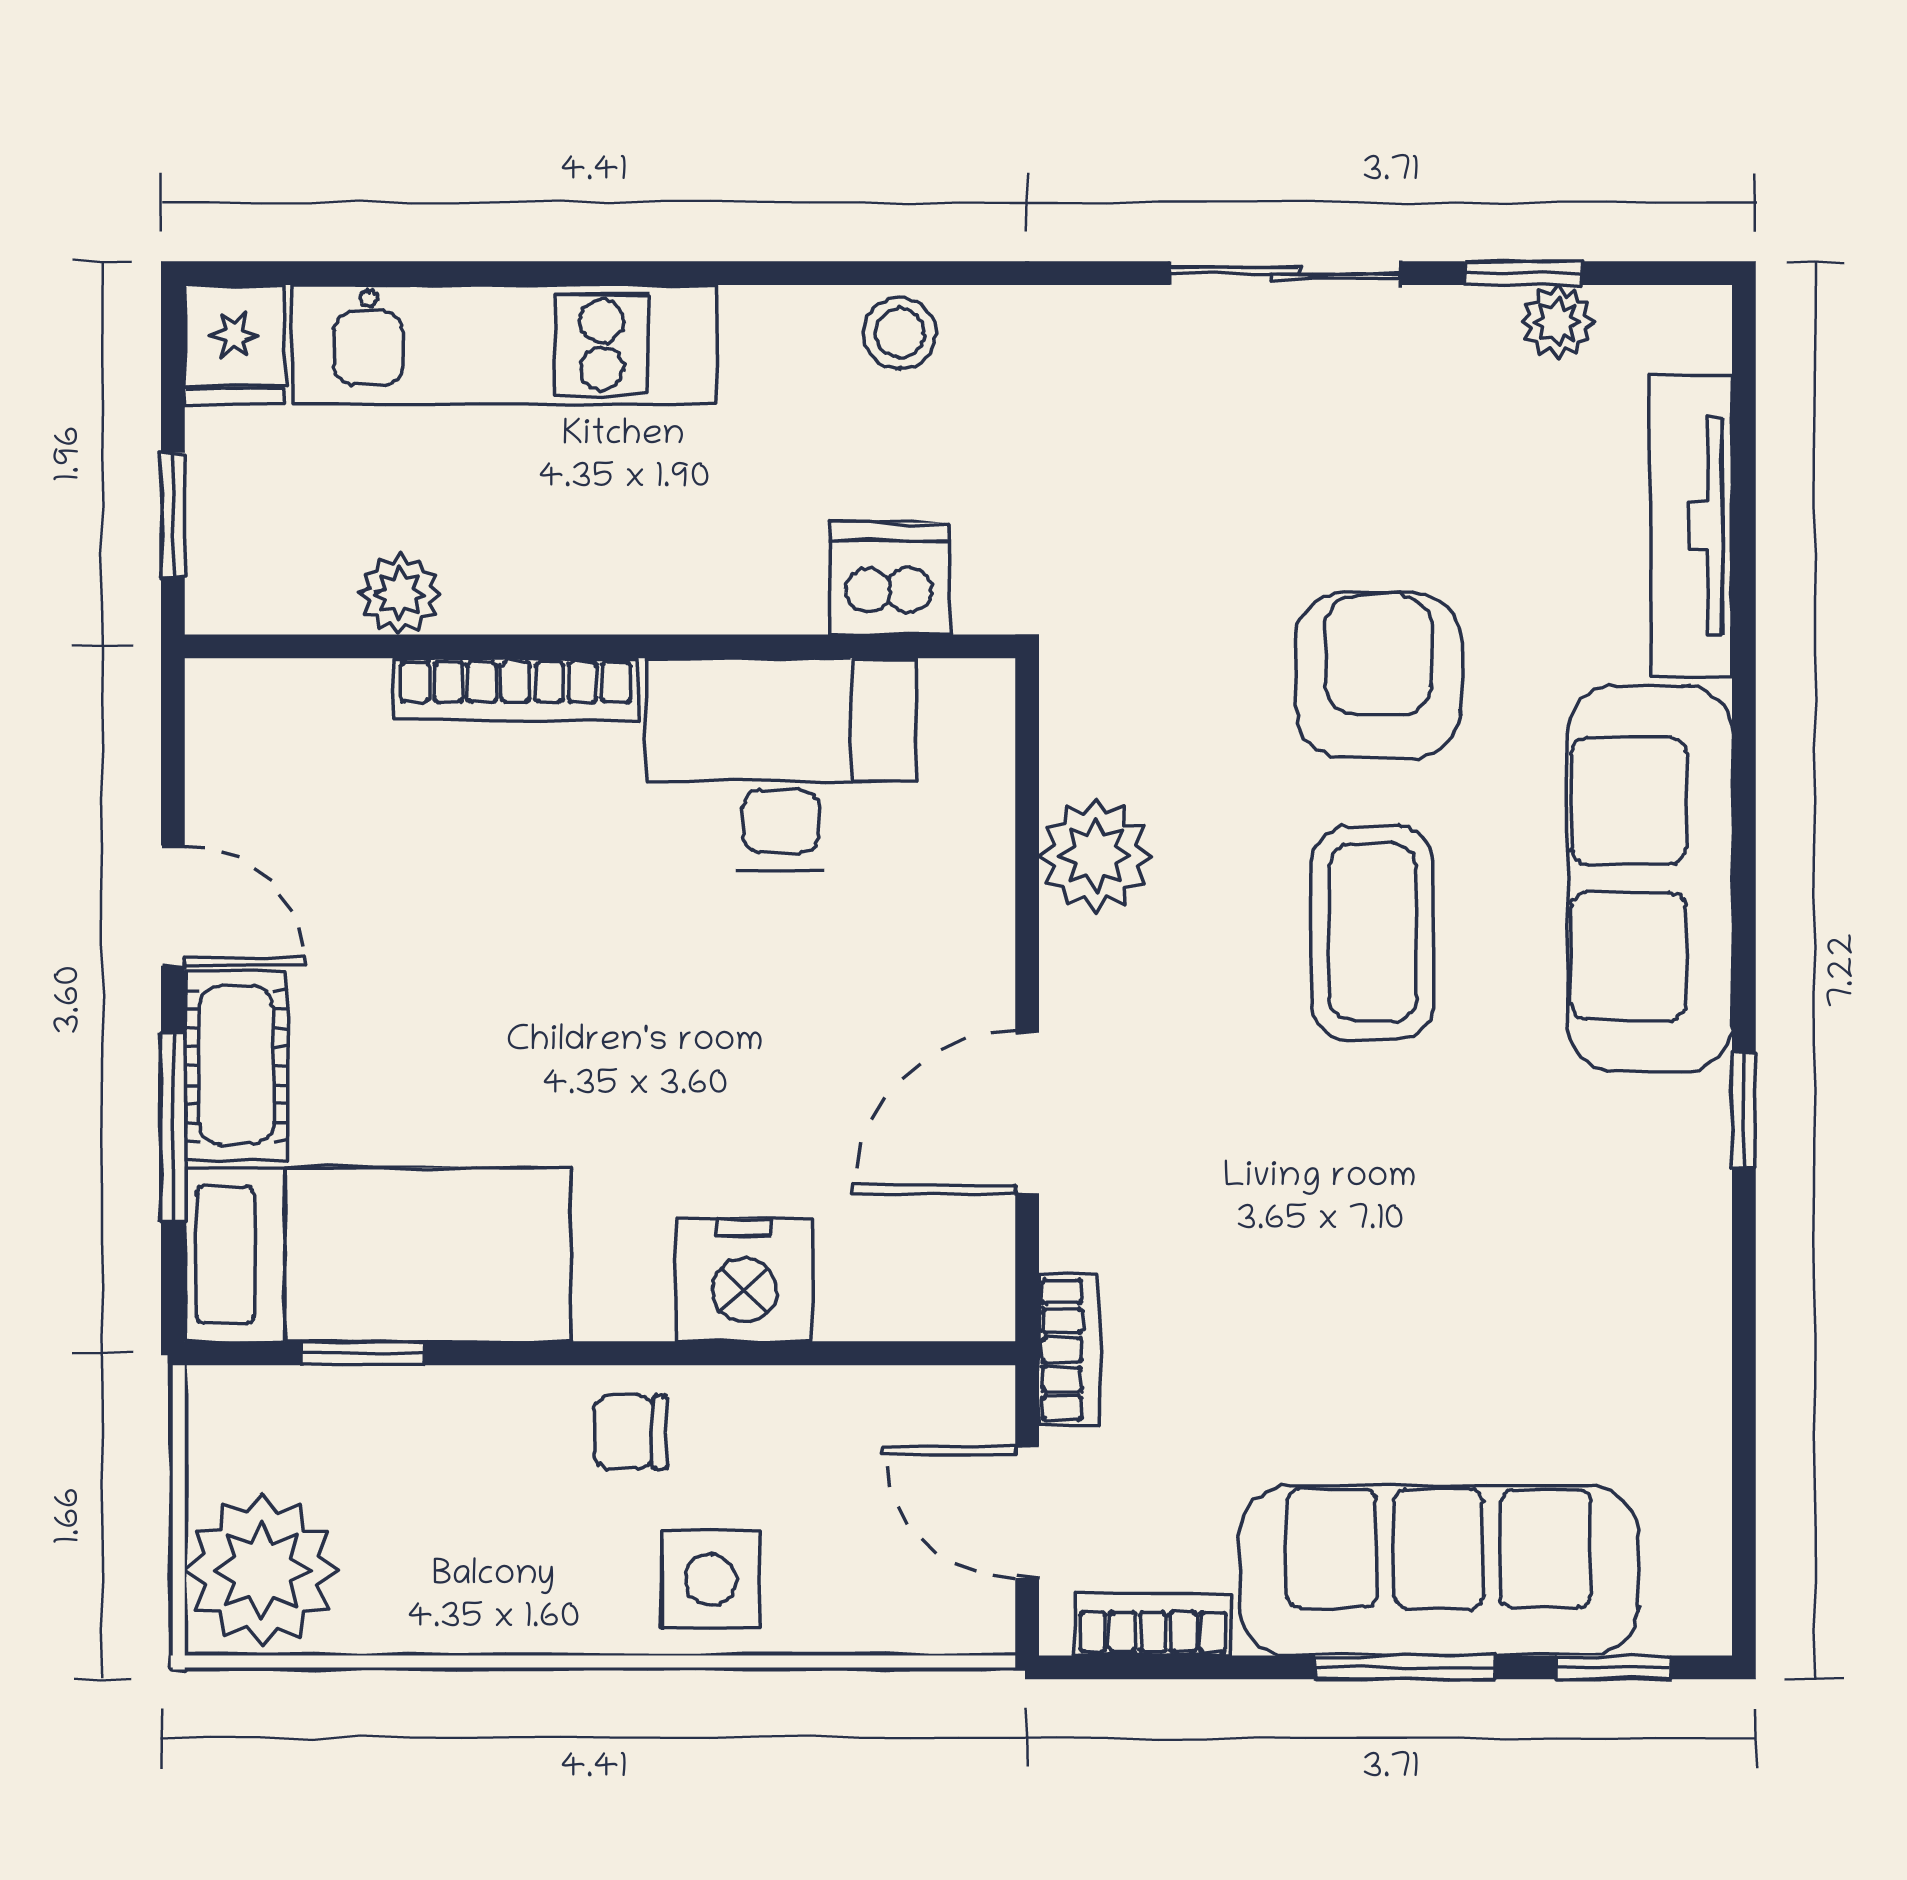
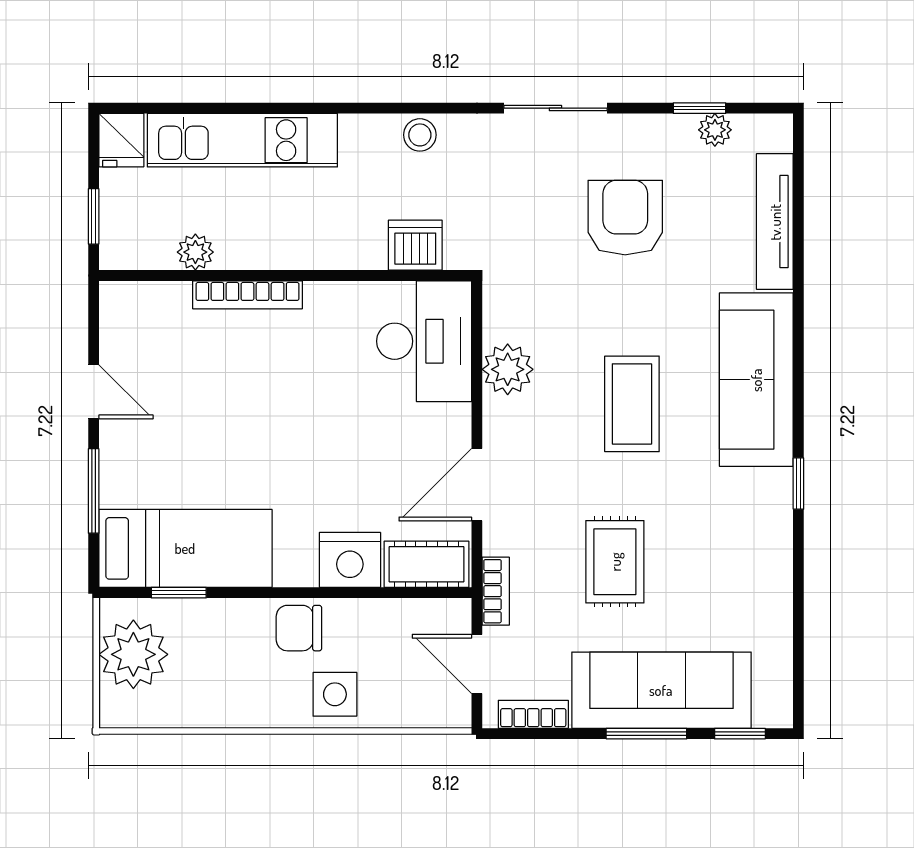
sliding door: (1285, 273) -> (555, 108), moved
armchair: (1378, 675) -> (625, 218), moved
desk: (781, 764) -> (424, 341), moved, turned 90
cot: (236, 1065) -> (426, 564), moved, turned 90
rug: (1335, 1284) -> (615, 562), added
chair: (630, 1432) -> (299, 628), width x1.37, depth x1.37
plant: (261, 1570) -> (133, 654), moved

